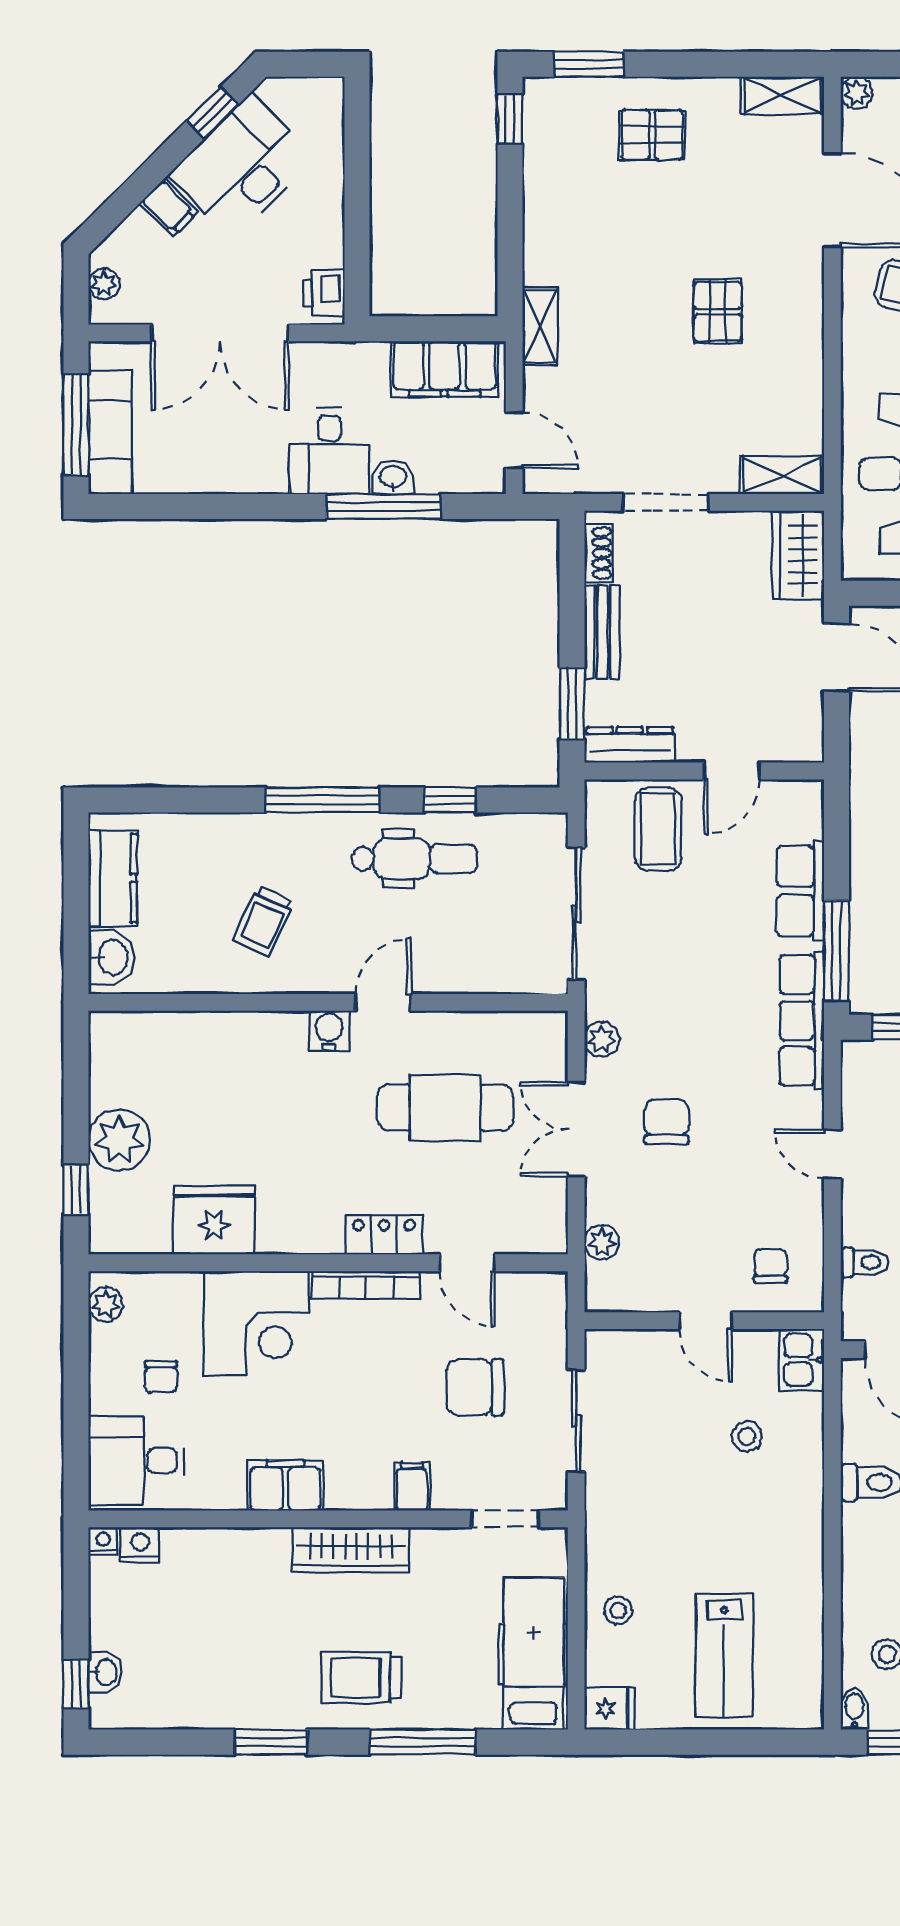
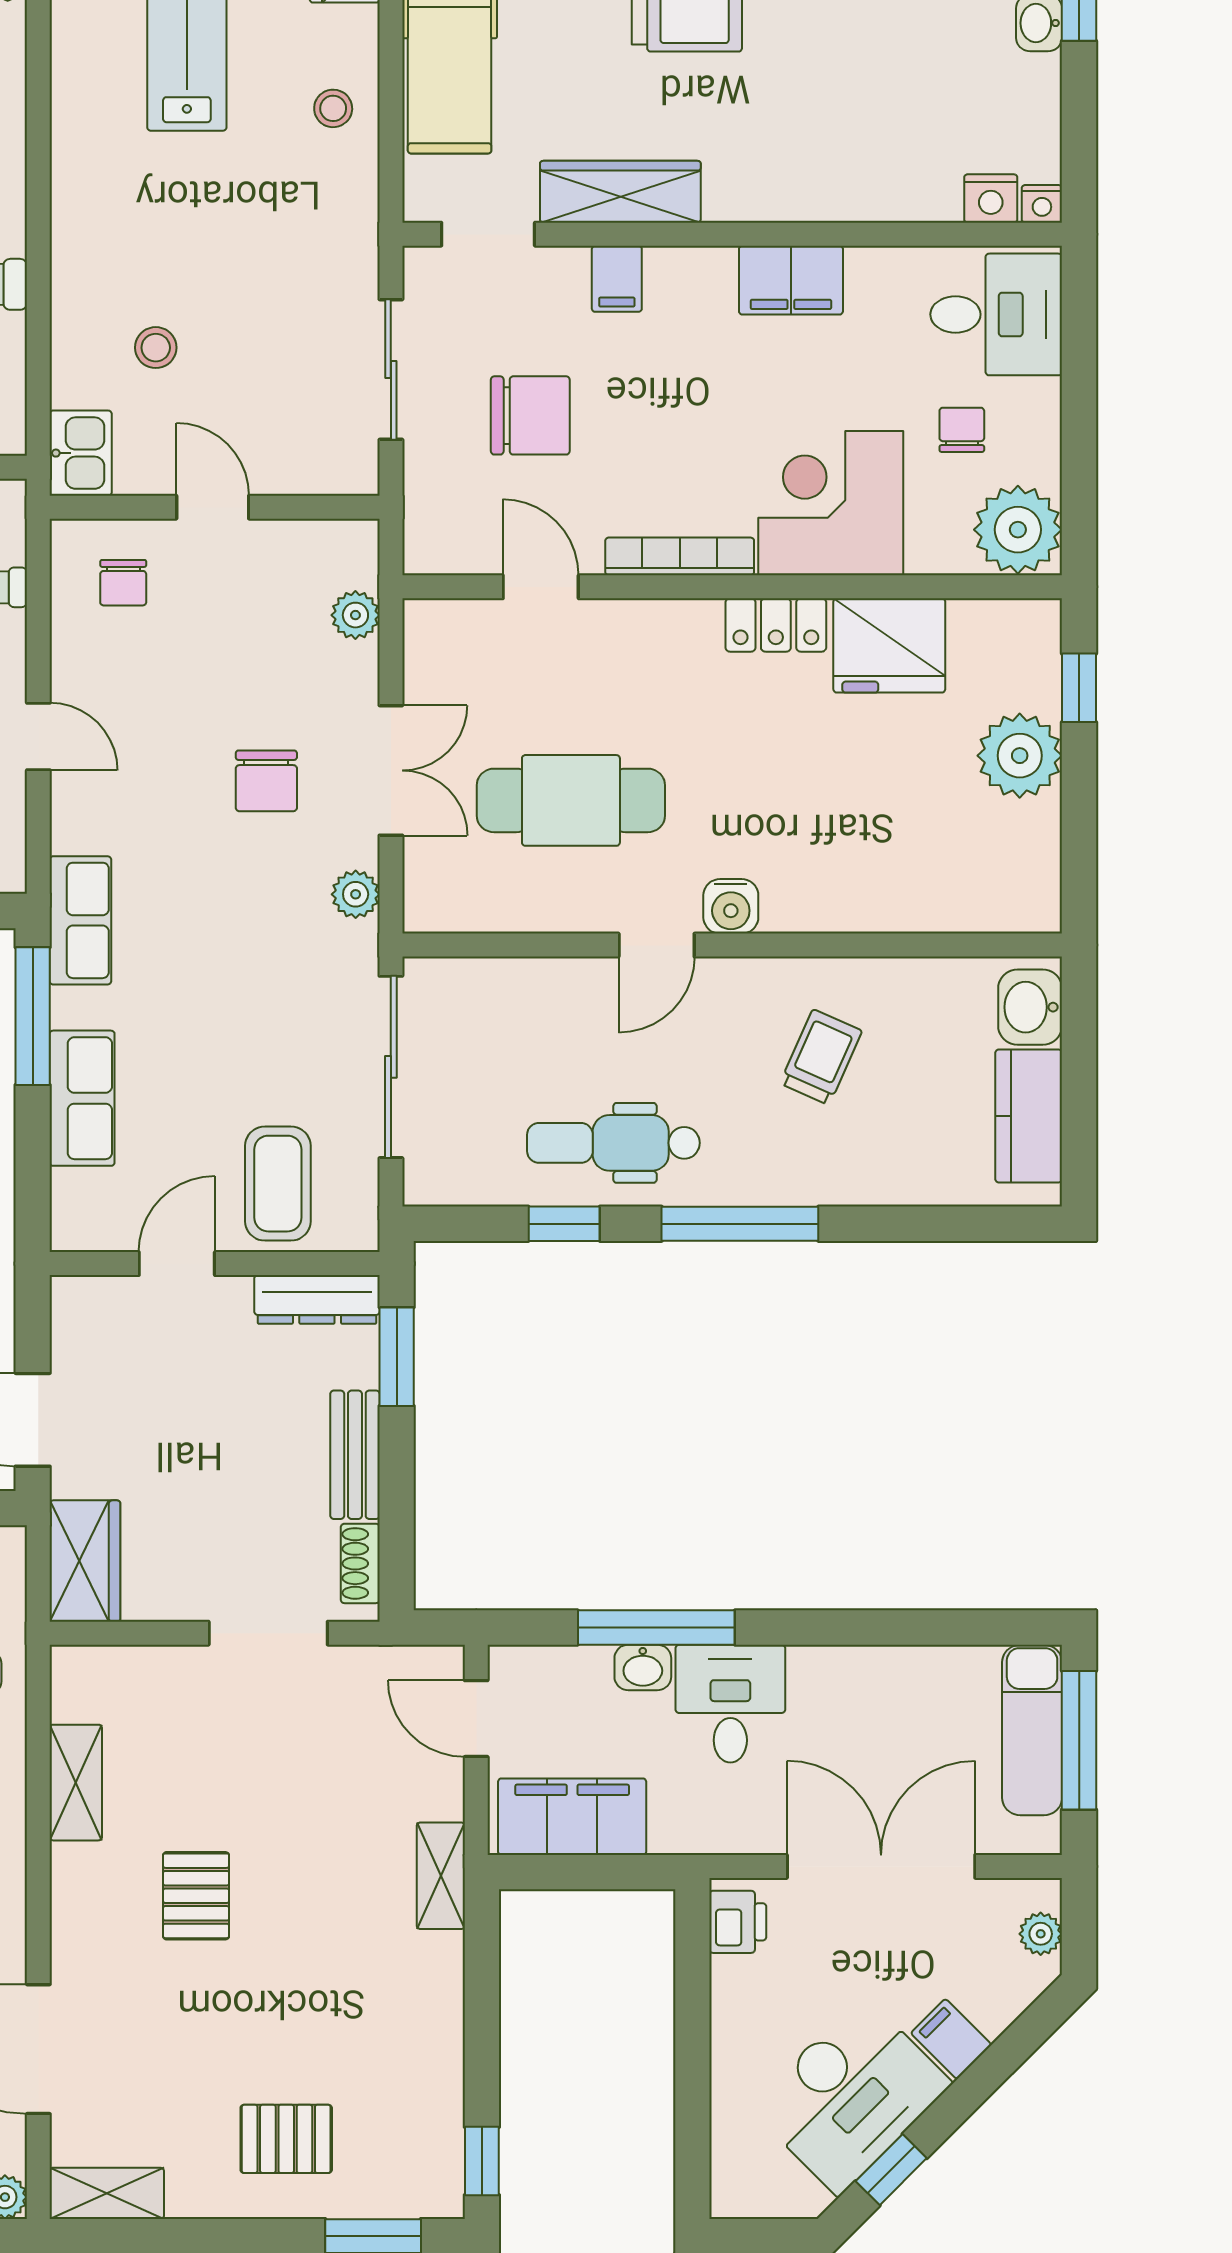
shelving: (782, 475) -> (76, 1783), moved, turned 90
row of seats: (802, 1020) -> (80, 920), width x0.68
locker: (384, 1235) -> (776, 625), moved
plant: (106, 1304) -> (1018, 530), width x1.88, depth x1.88
wardrobe: (351, 1550) -> (620, 192), moved

